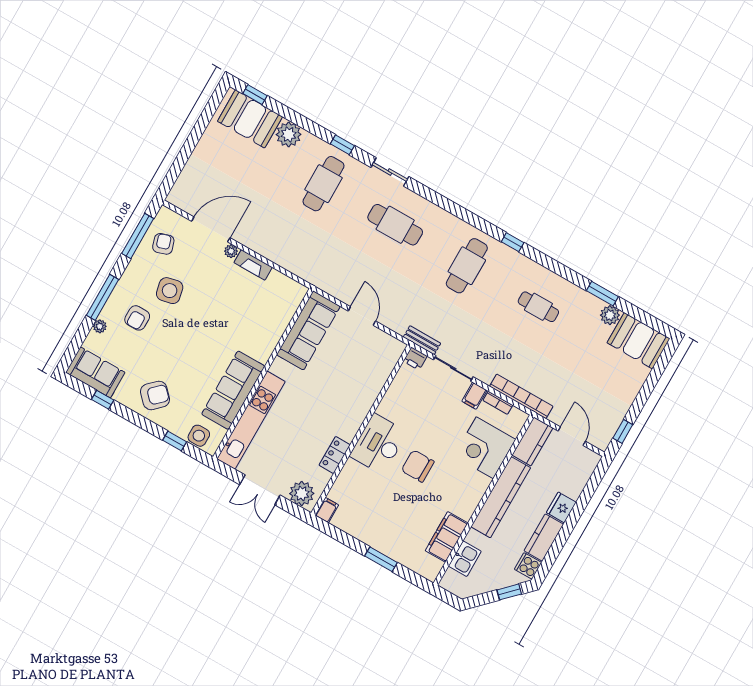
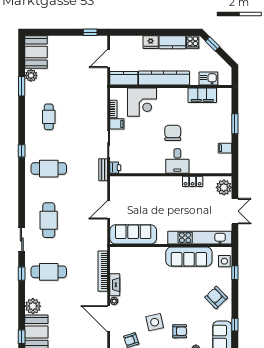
bookcase: (521, 396) -> (103, 271), moved
desk: (378, 444) -> (177, 161), width x0.73
chair: (418, 466) -> (173, 133), turned 180
filing cabinet: (327, 510) -> (225, 148), moved

